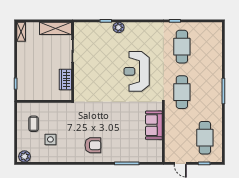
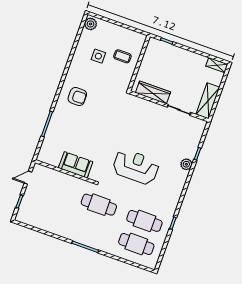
wardrobe: (65, 79) -> (153, 92), width x1.50
coffee table: (34, 124) -> (122, 56), moved
cafe table: (205, 138) -> (136, 244), moved
armchair: (93, 145) -> (77, 97), turned -90

